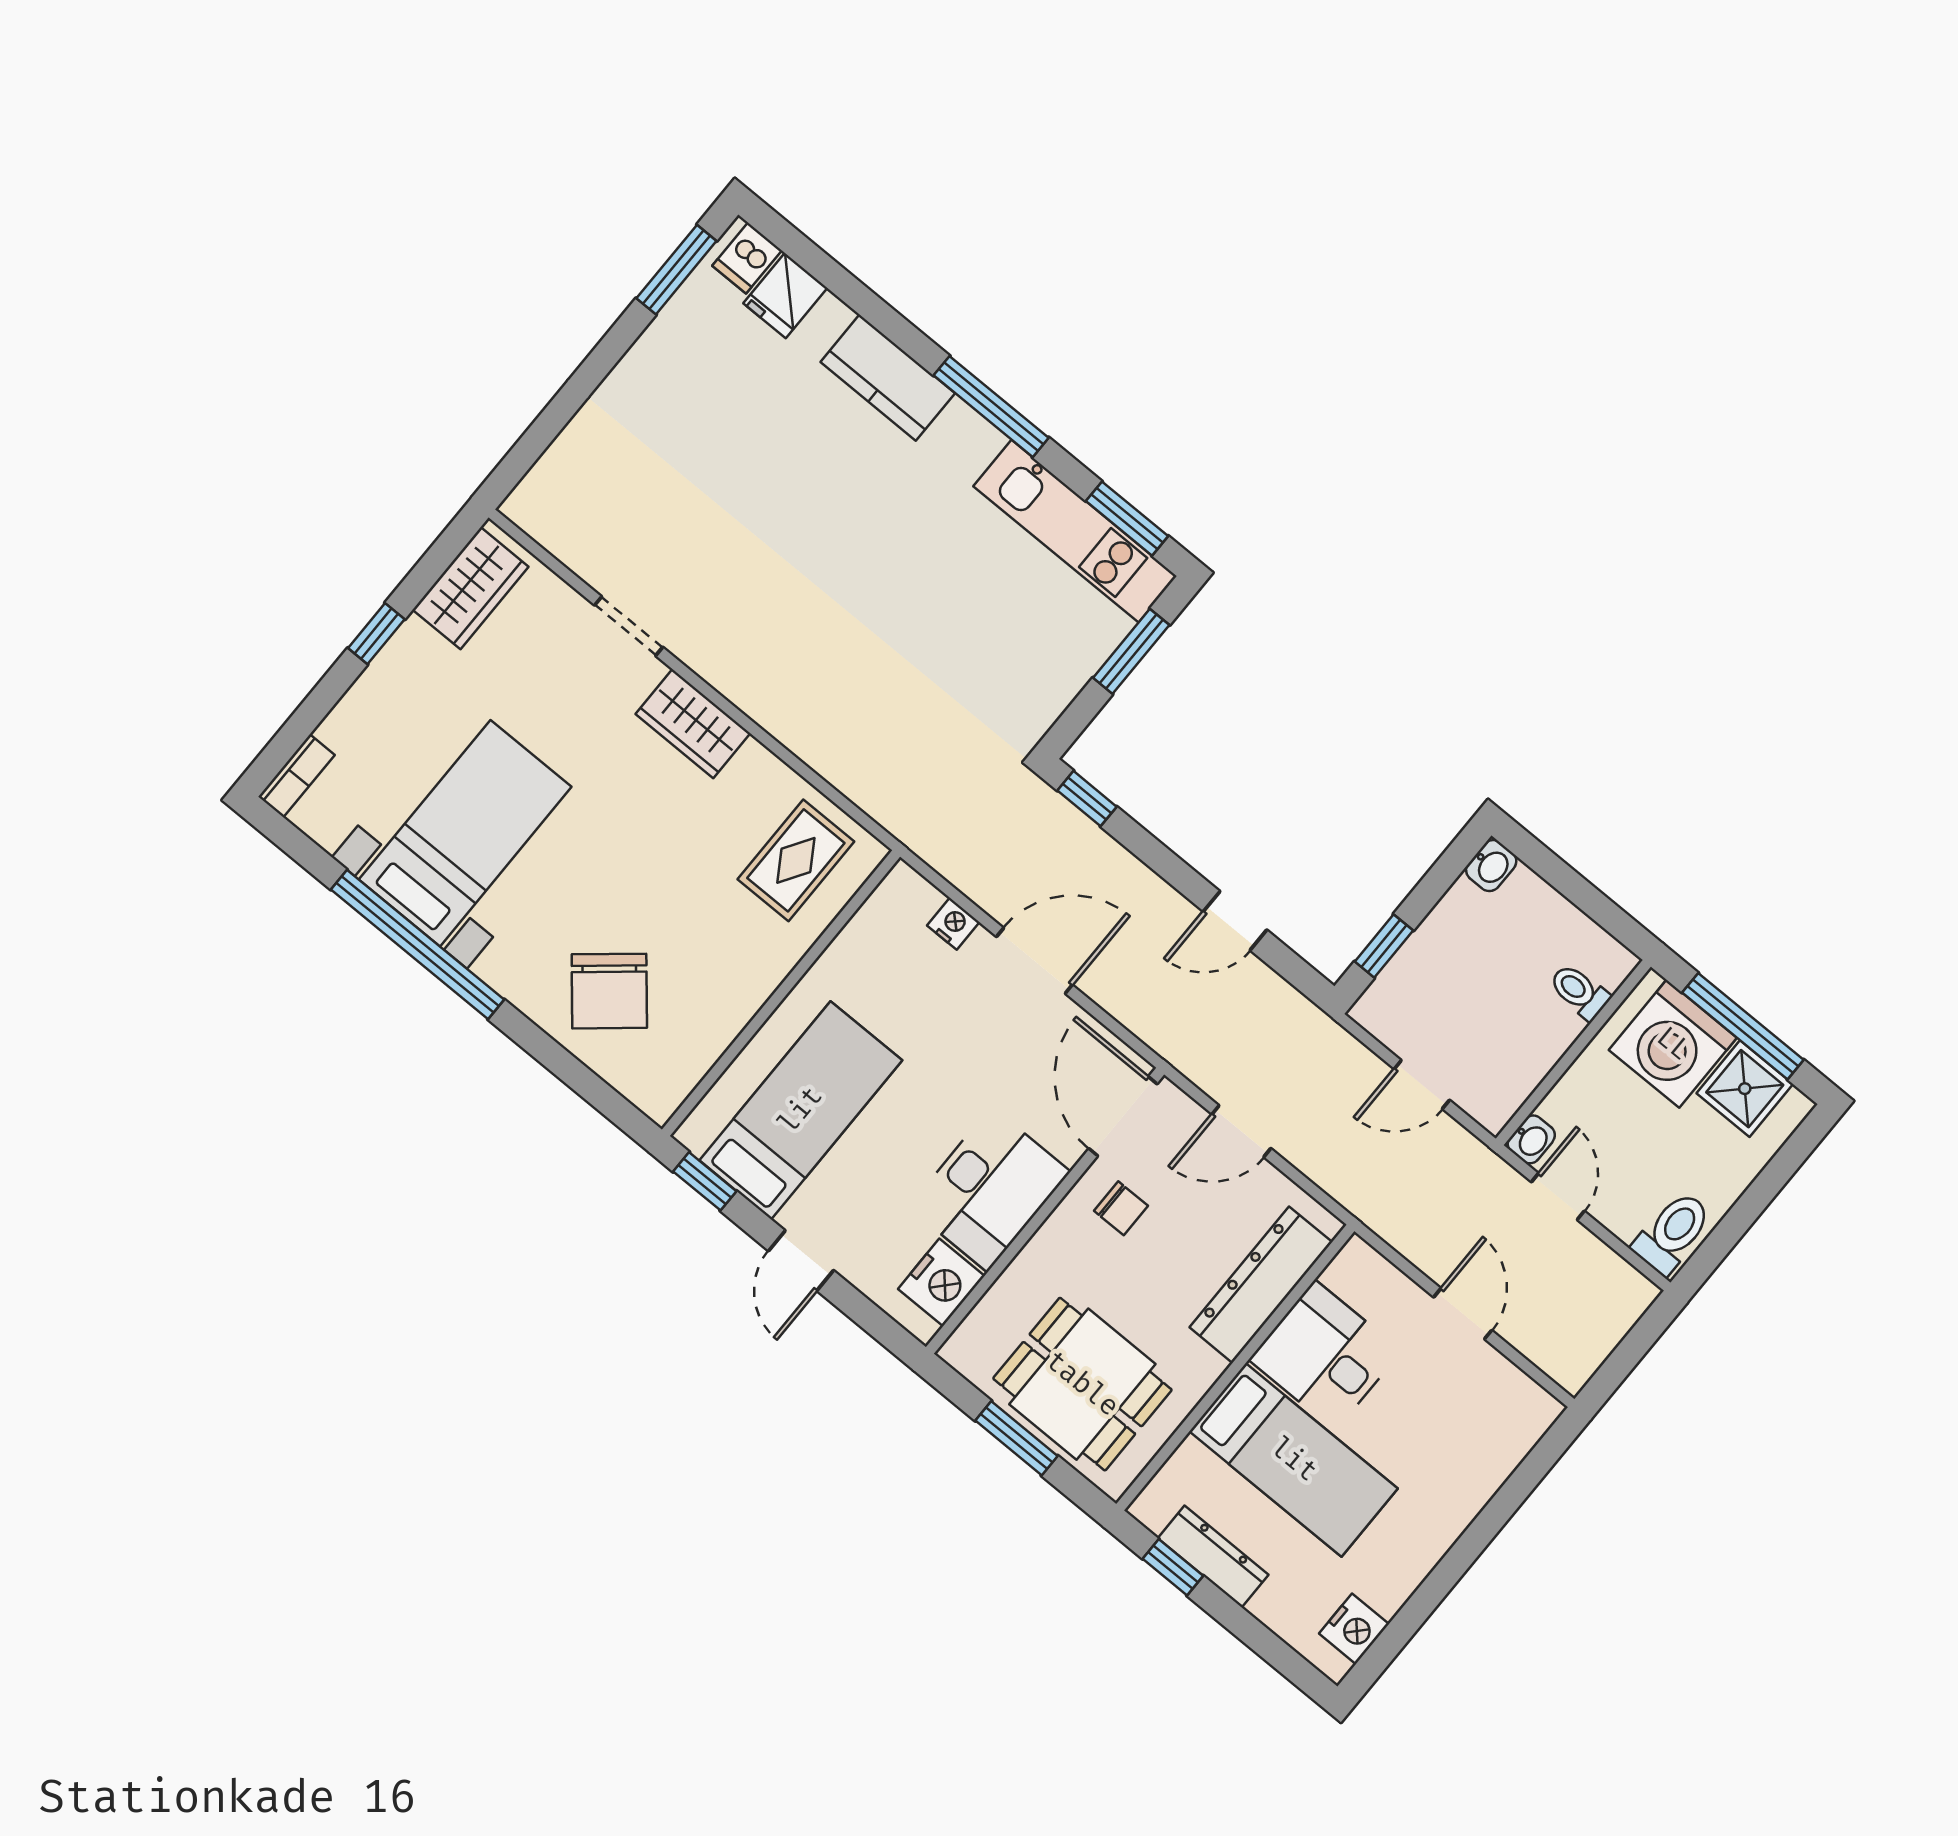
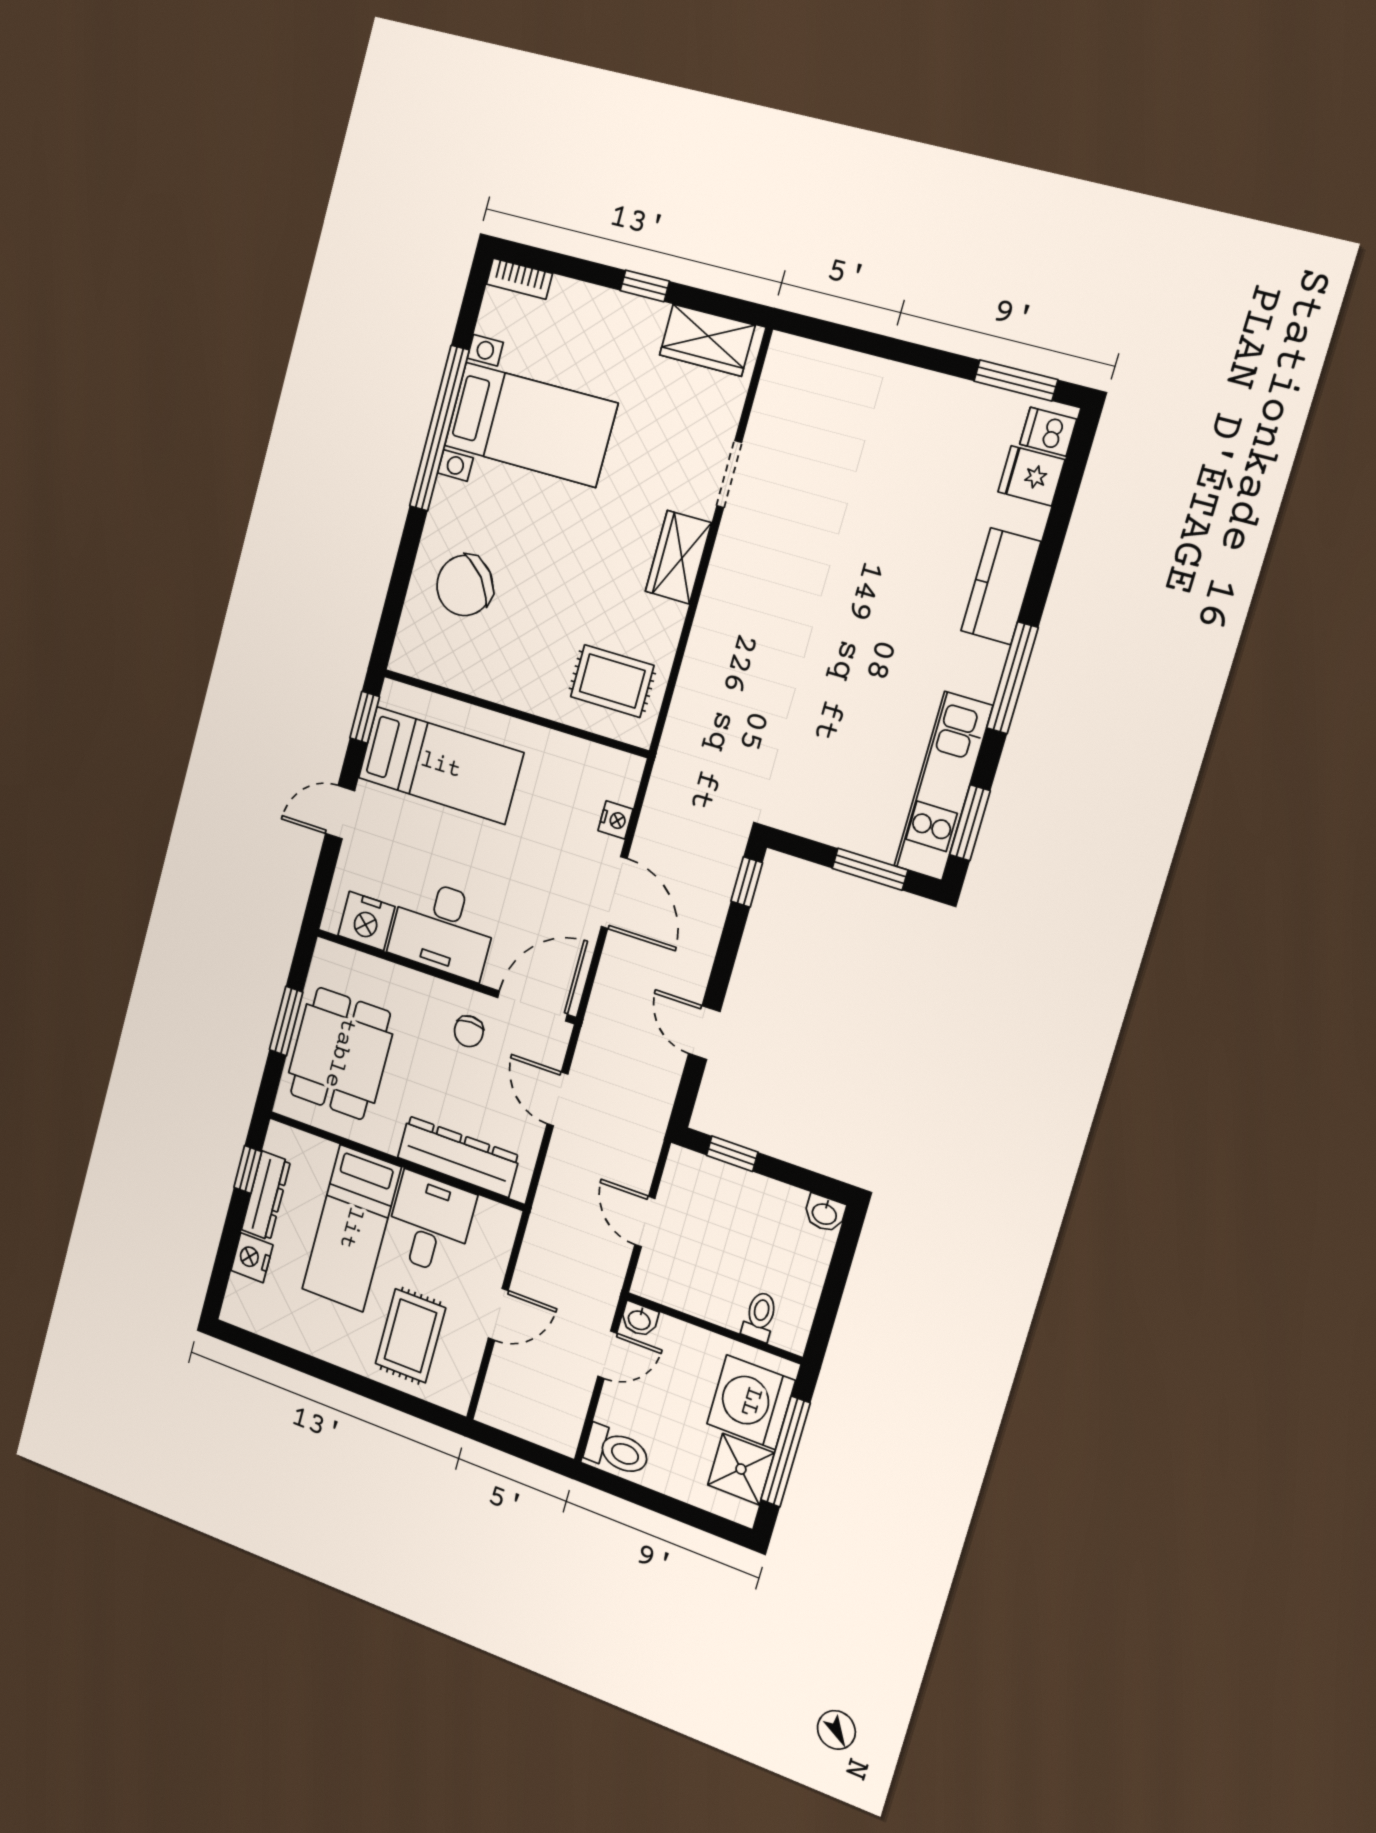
rug: (1448, 1438) -> (410, 1336), added
nightstand: (1354, 1629) -> (252, 1258), moved, turned 90

